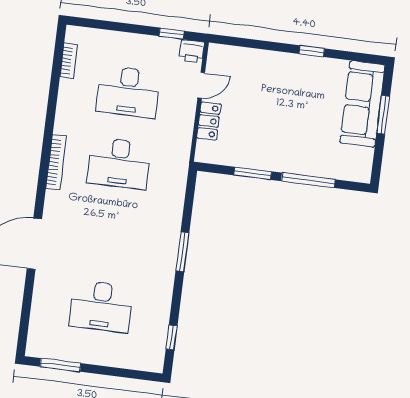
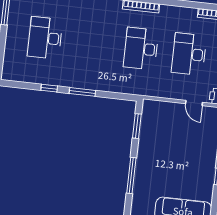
locker: (209, 121) -> (170, 108), removed
window: (253, 173) -> (137, 126), moved
window: (172, 337) -> (49, 88), moved

